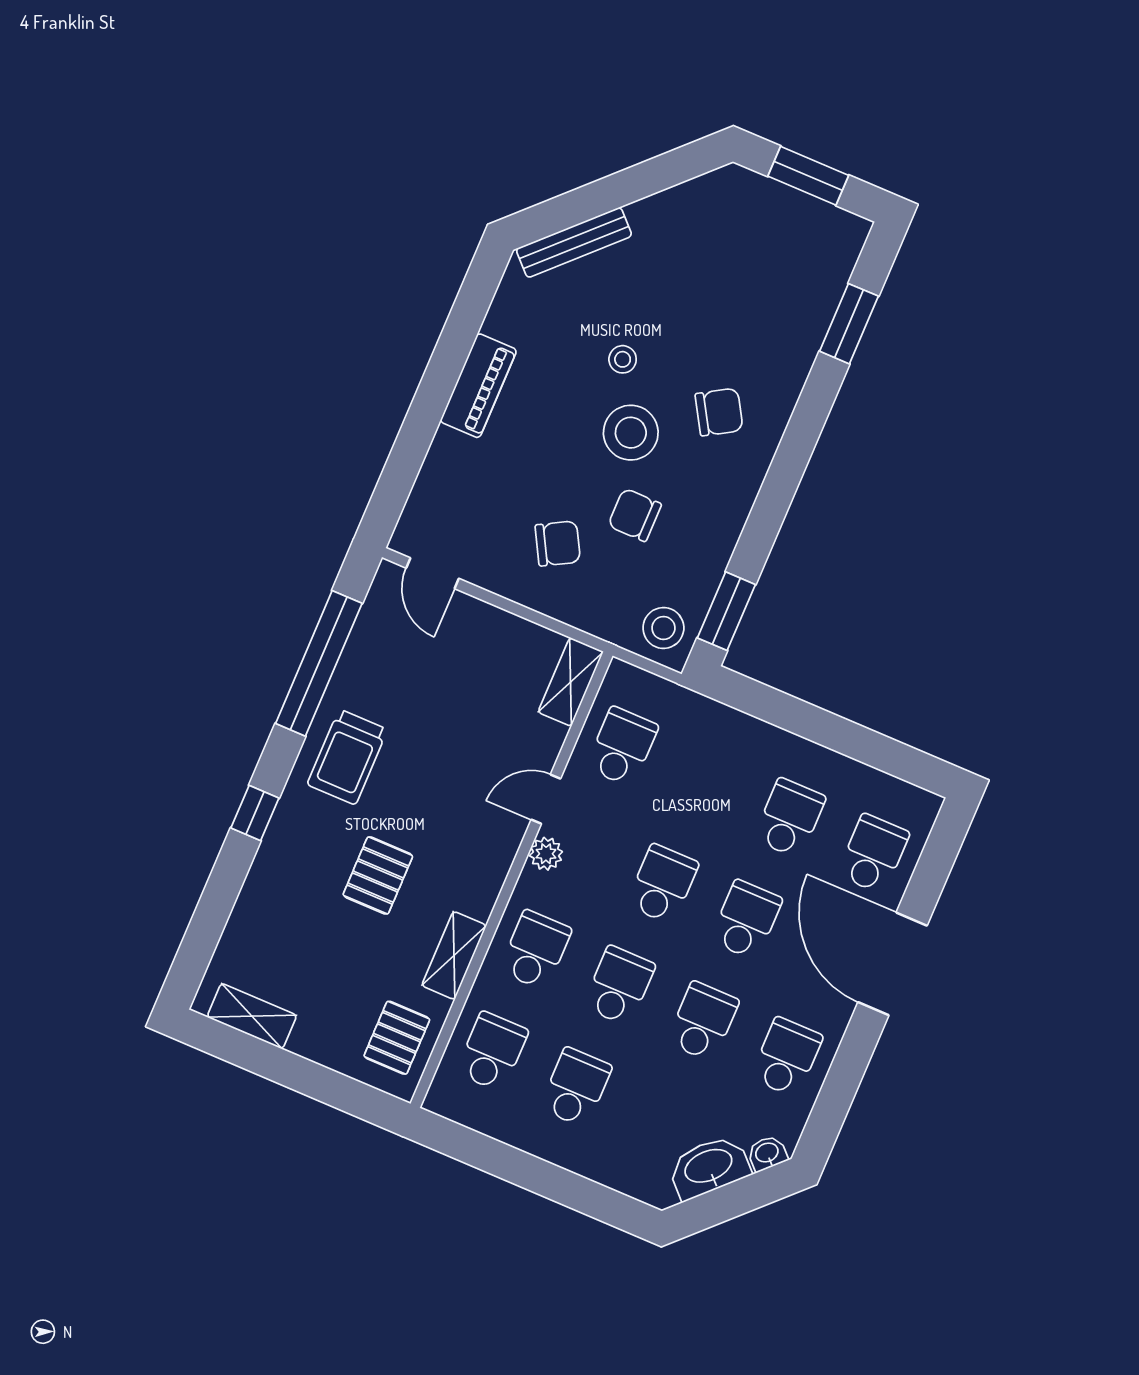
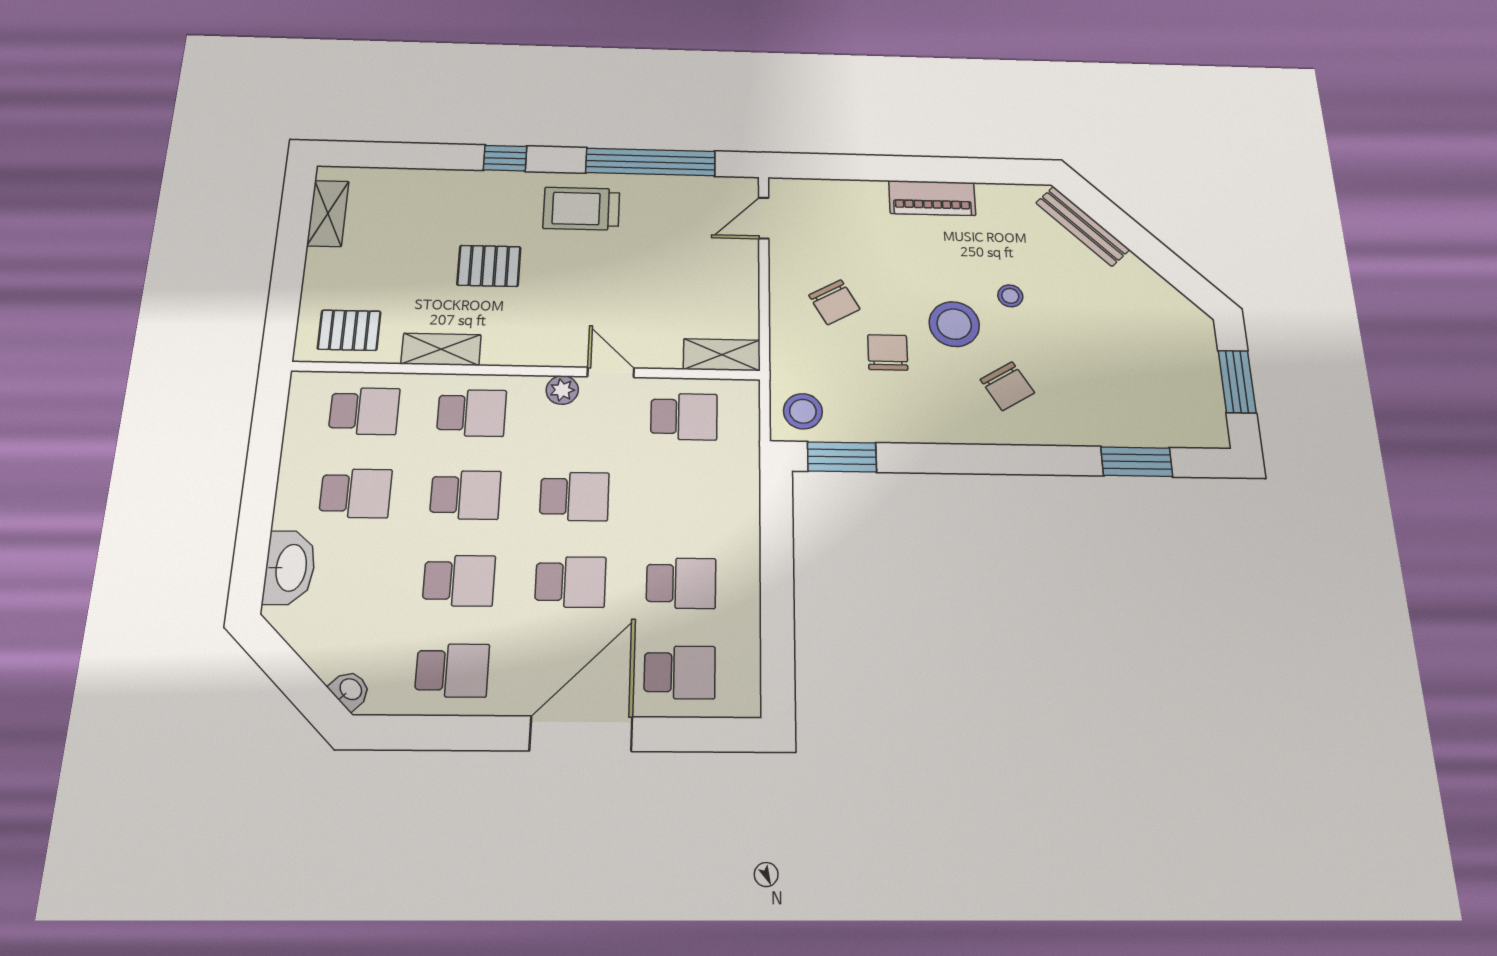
washbasin: (709, 1167) -> (290, 568), moved, turned 45

